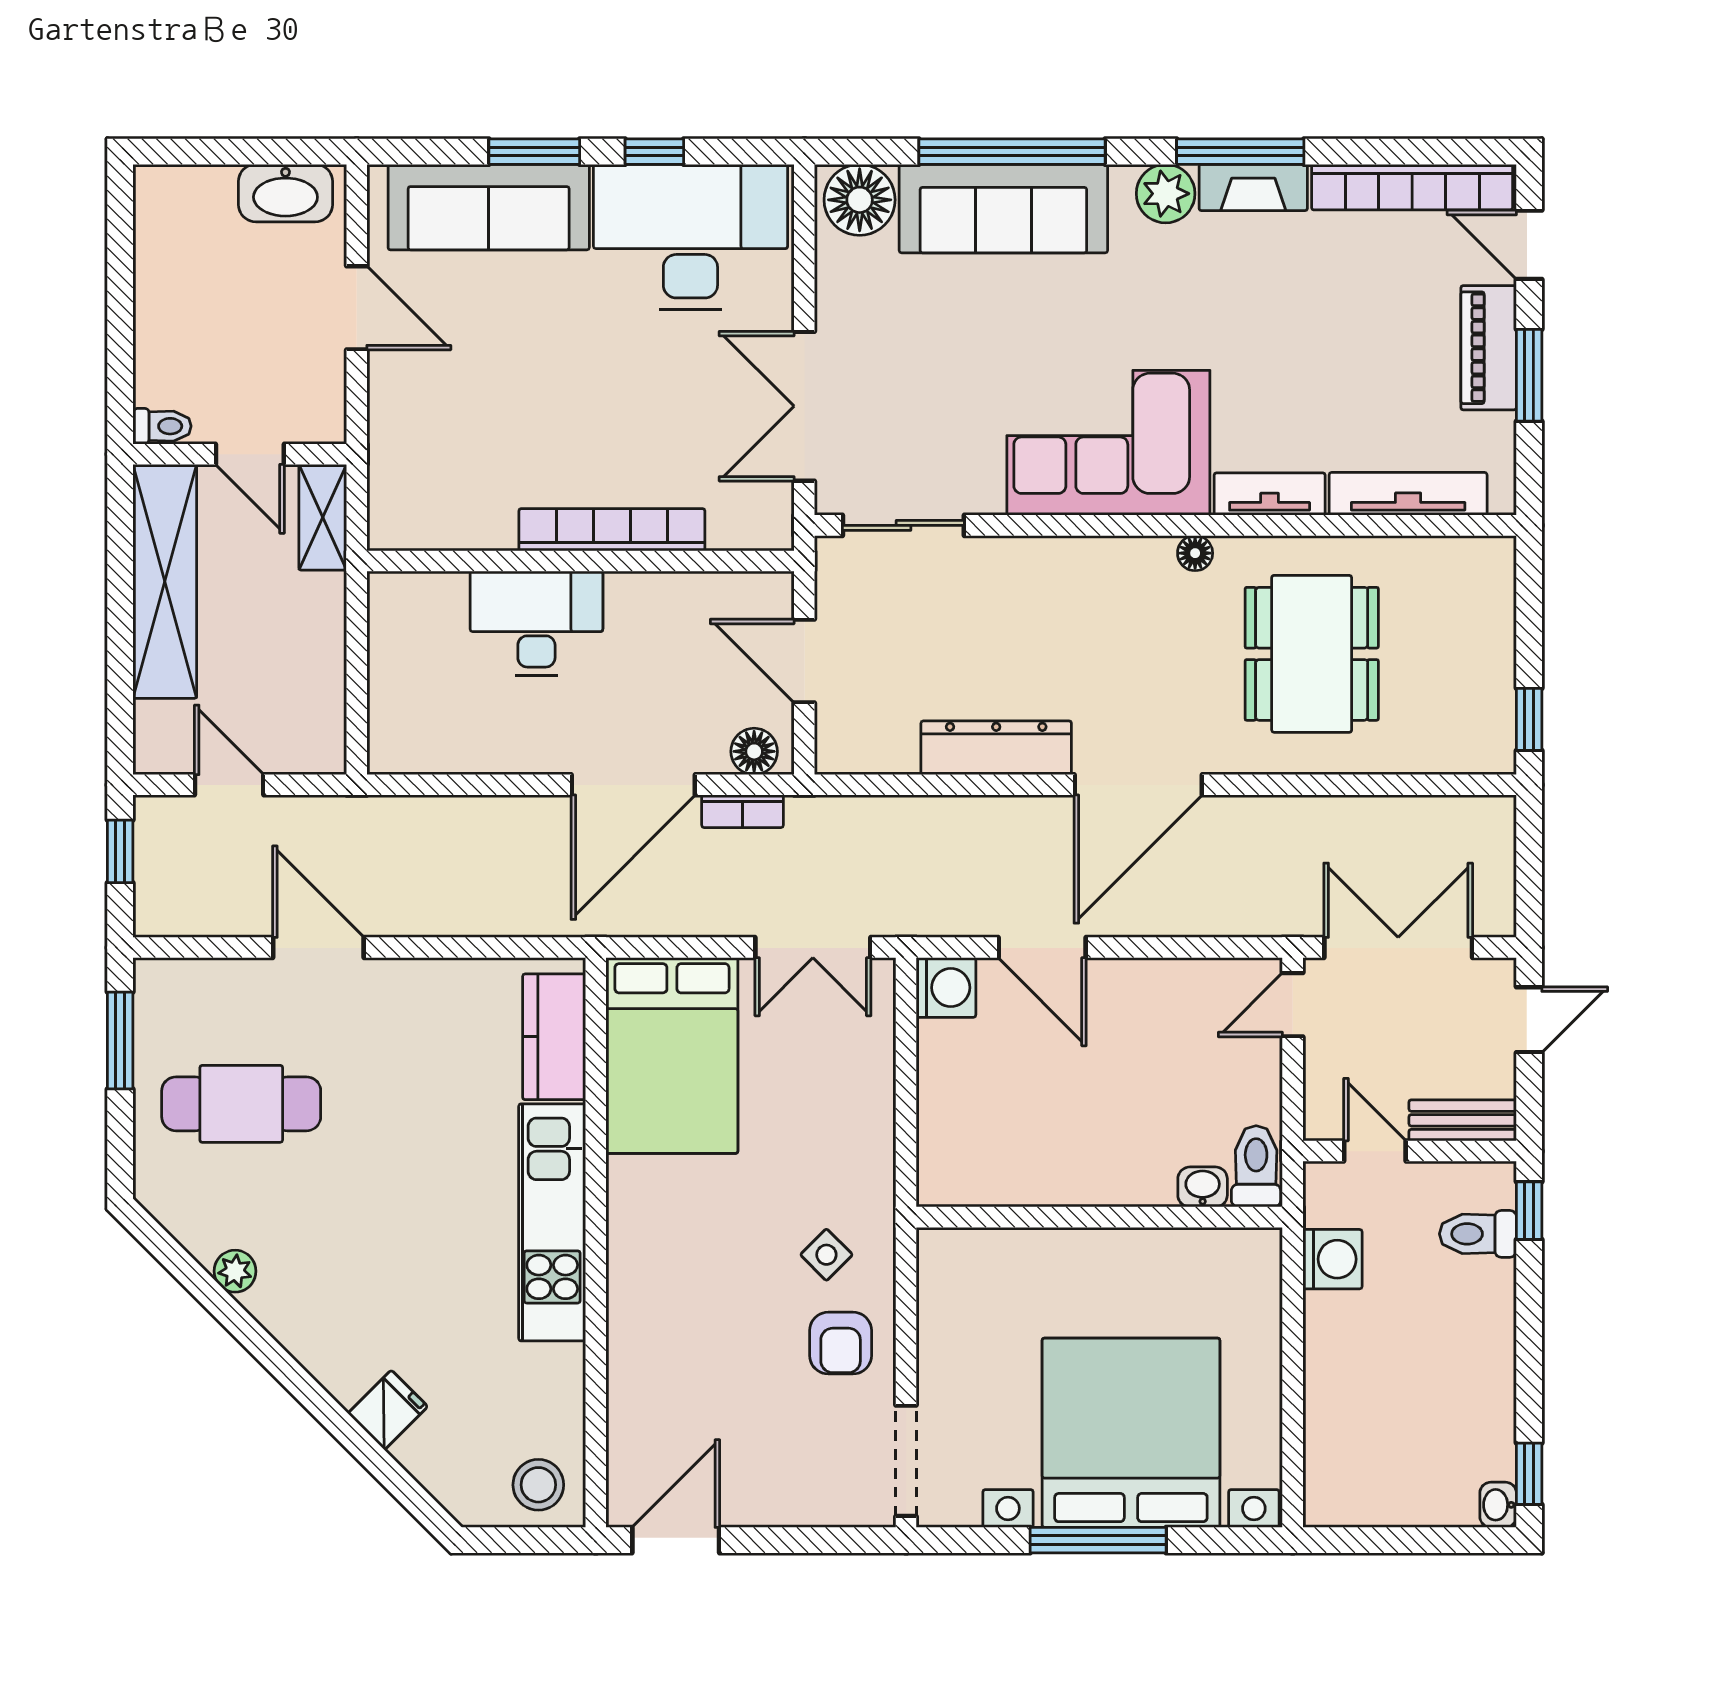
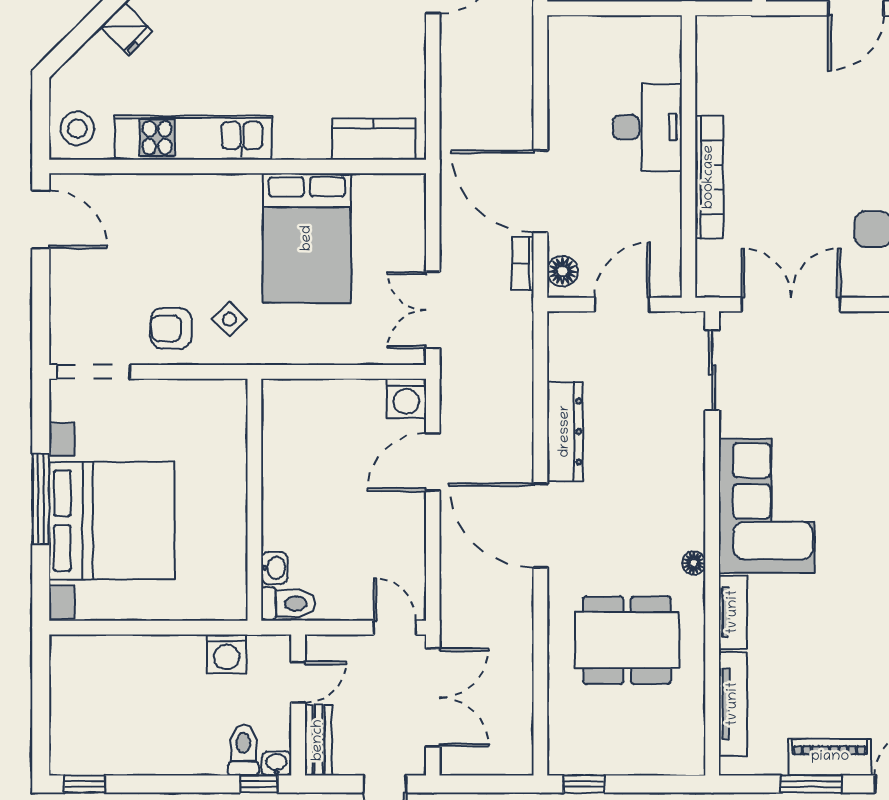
bed: (672, 1056) -> (307, 238), moved, turned -90
kitchen unit: (552, 1222) -> (193, 138), moved
washbasin: (1498, 1505) -> (276, 764), moved

